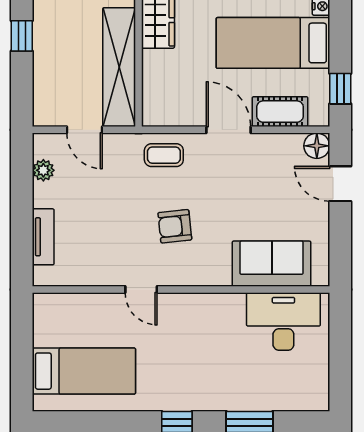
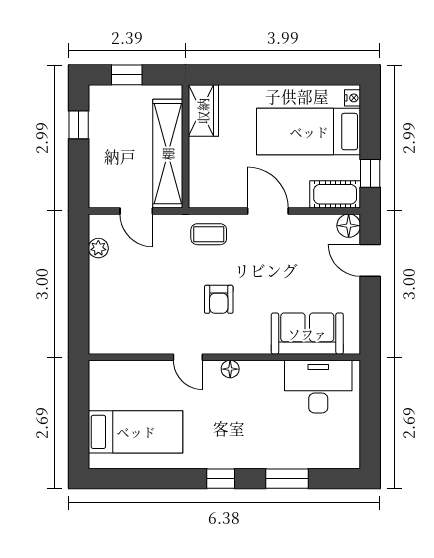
cot: (280, 112) -> (335, 194), moved
armchair: (175, 226) -> (219, 299), turned -84
tv unit: (43, 237) -> (98, 309), removed
floor lamp: (187, 302) -> (230, 369), added

